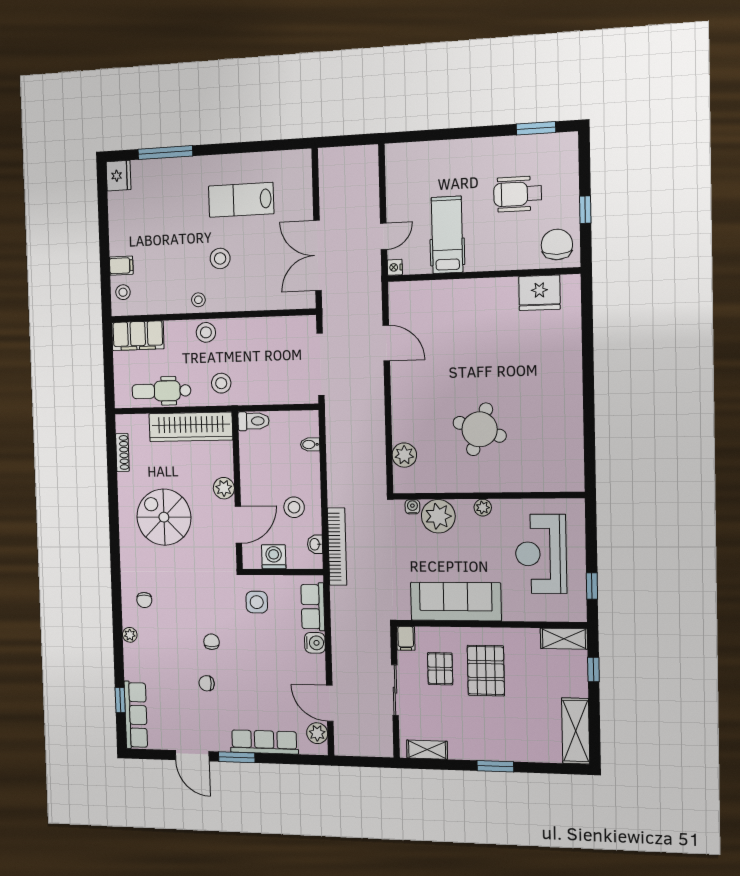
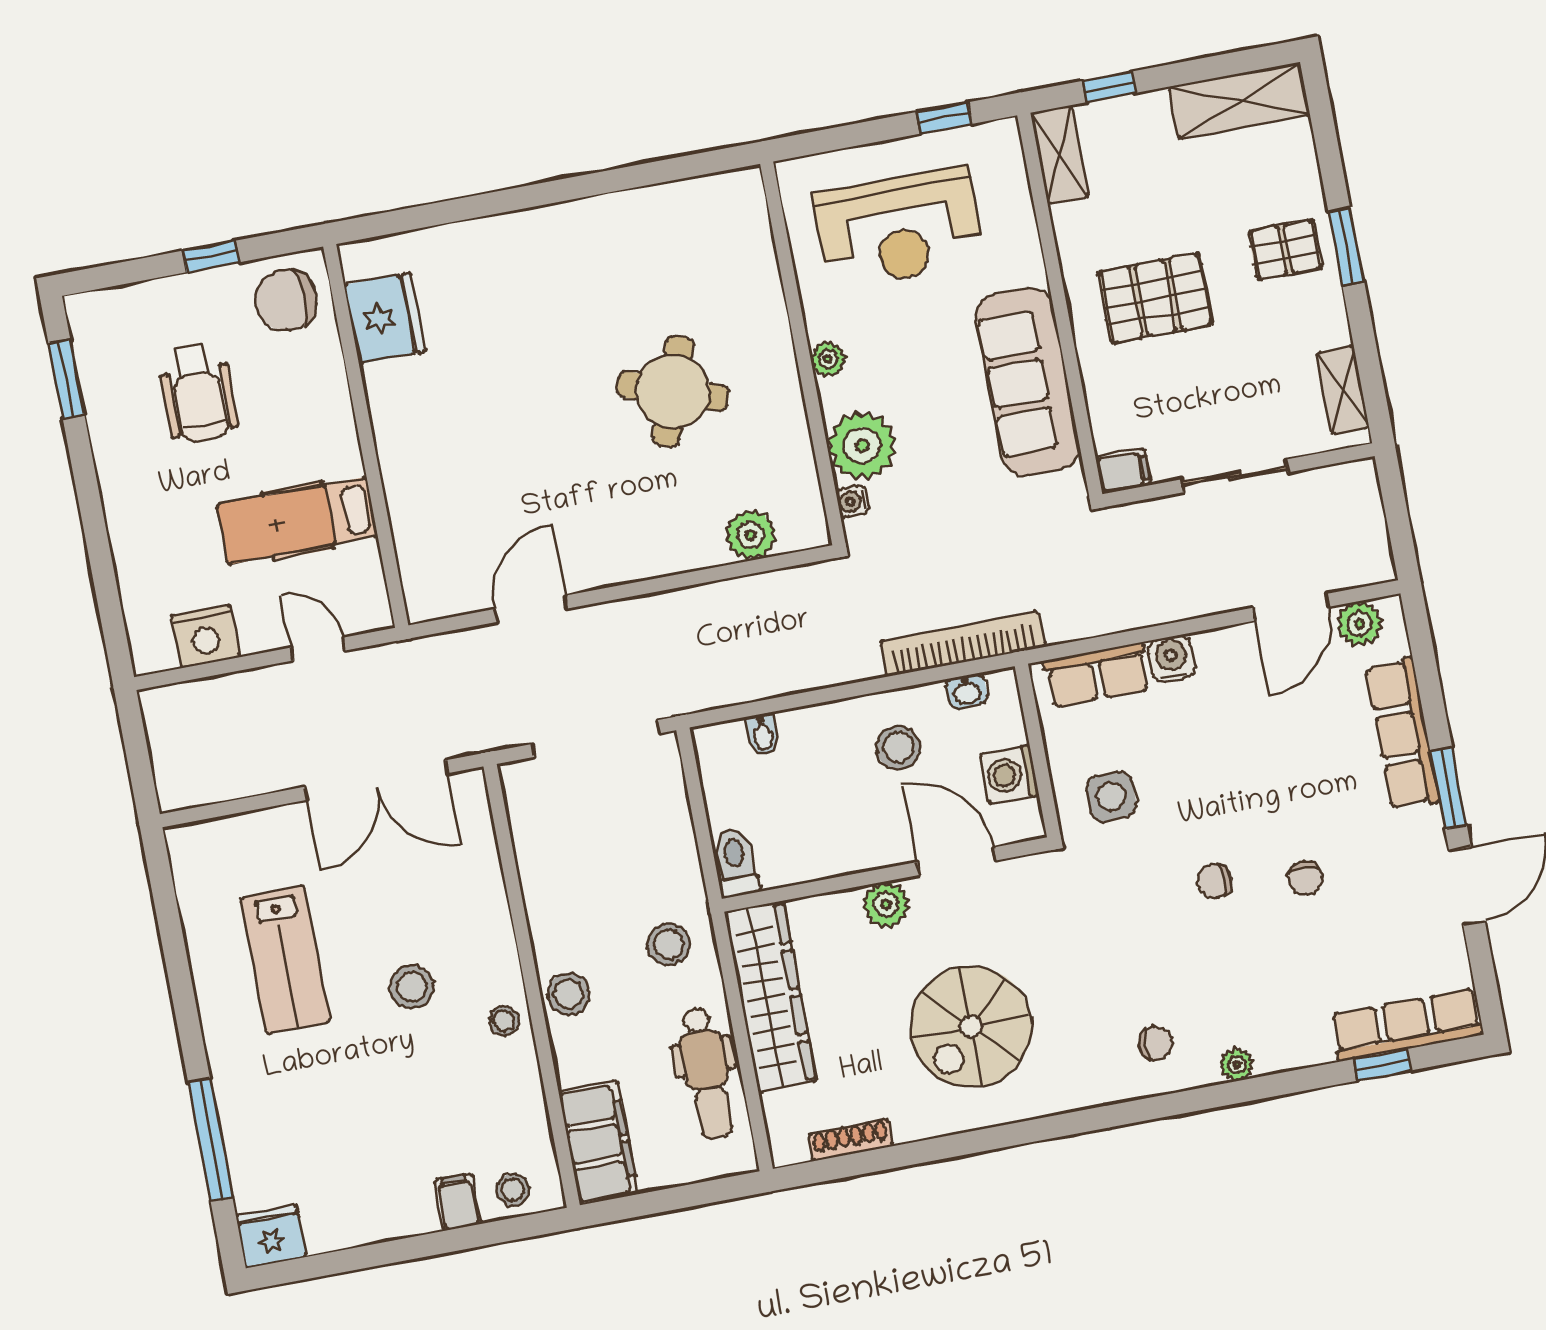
nightstand: (395, 267) -> (205, 636), moved, width x1.89, depth x1.79
pallet: (440, 669) -> (1285, 250), moved

